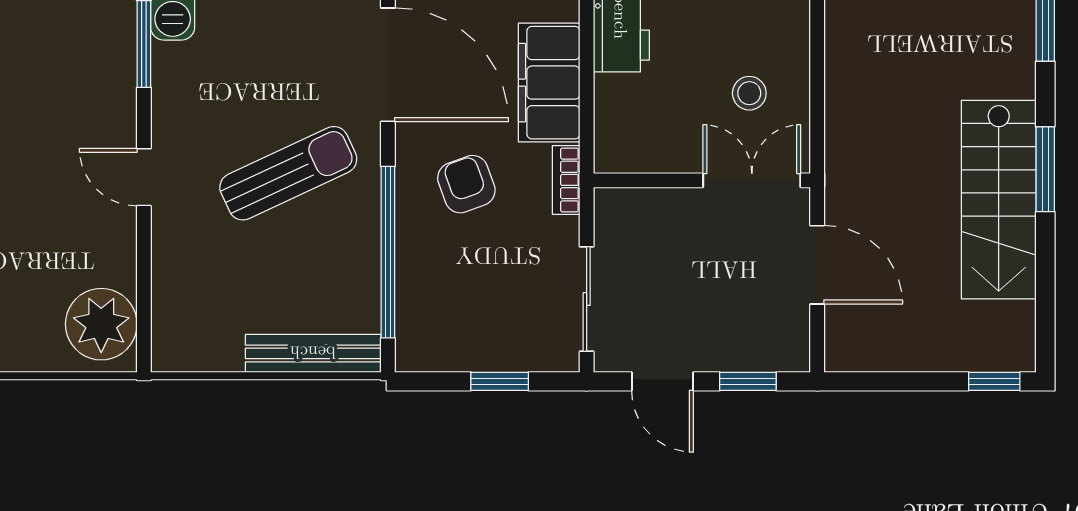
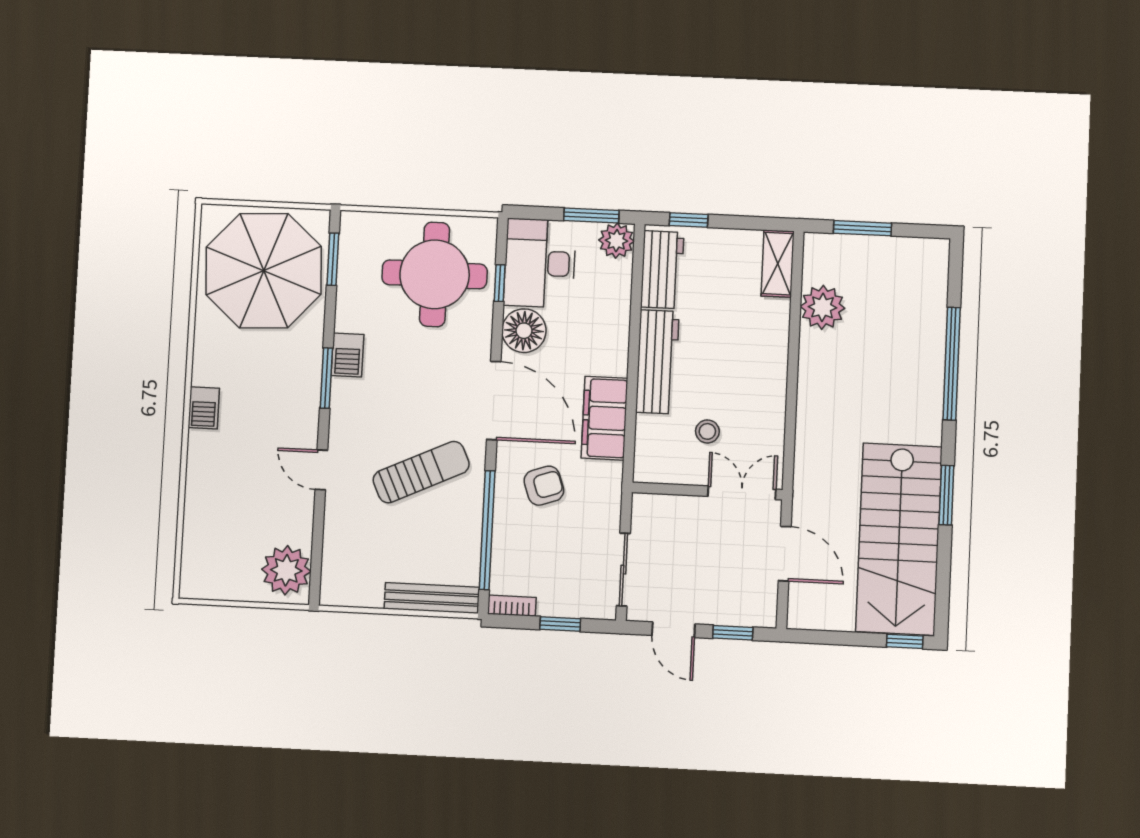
stool: (749, 93) -> (707, 431), moved
bookcase: (566, 180) -> (512, 606), moved, turned 90
armchair: (466, 184) -> (544, 486), turned 91
stairs: (999, 200) -> (899, 539), width x1.36, depth x1.51

